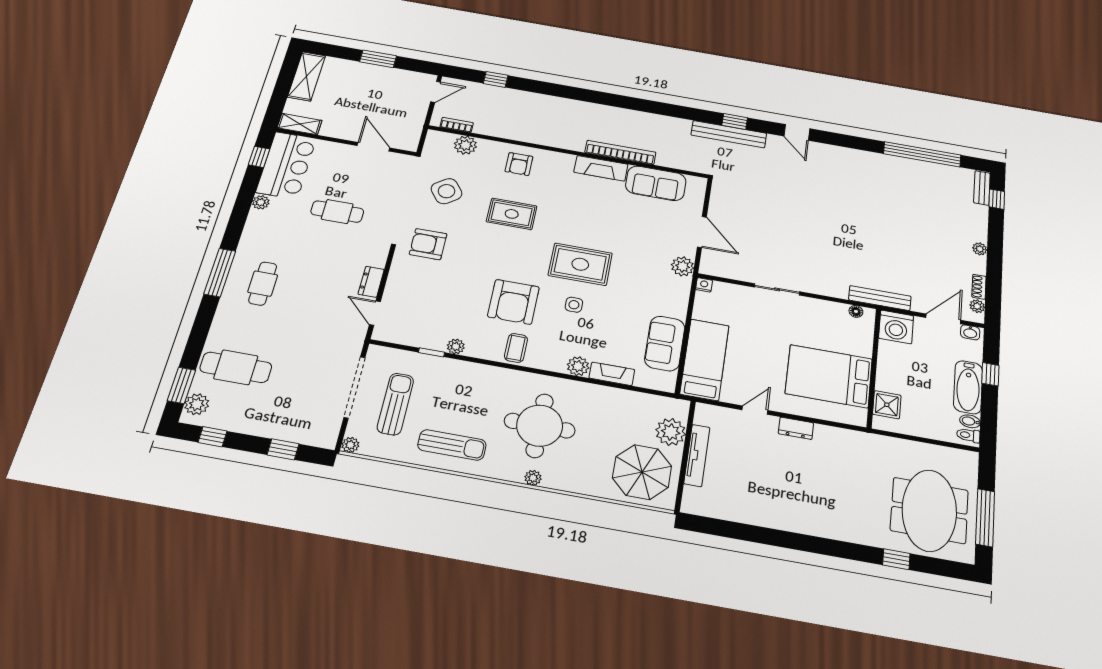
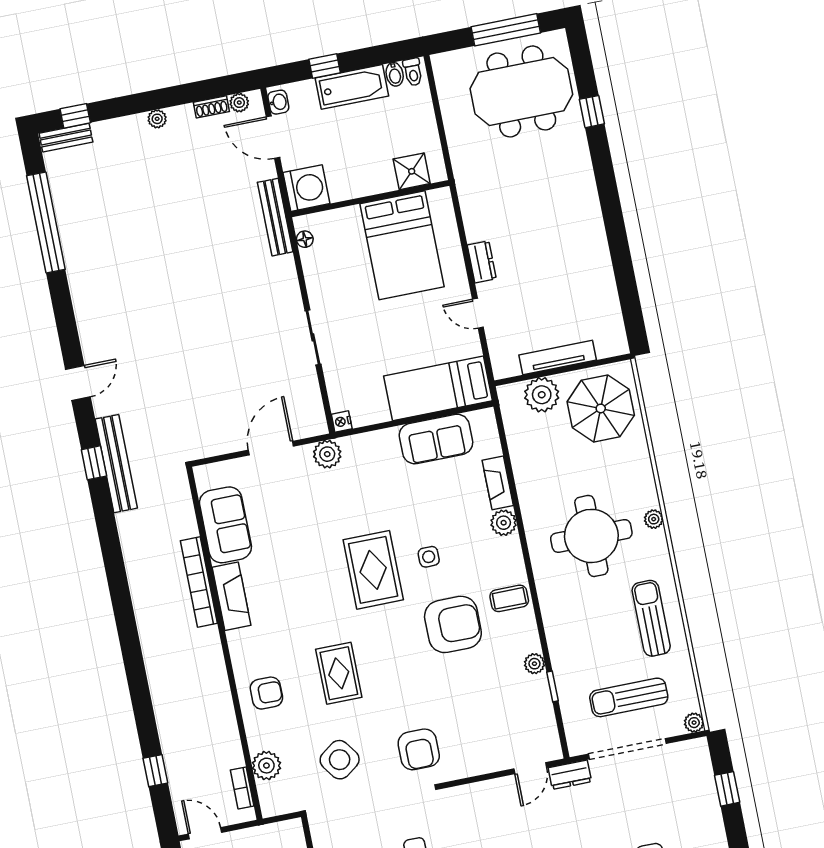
dresser: (371, 282) -> (570, 775), moved

